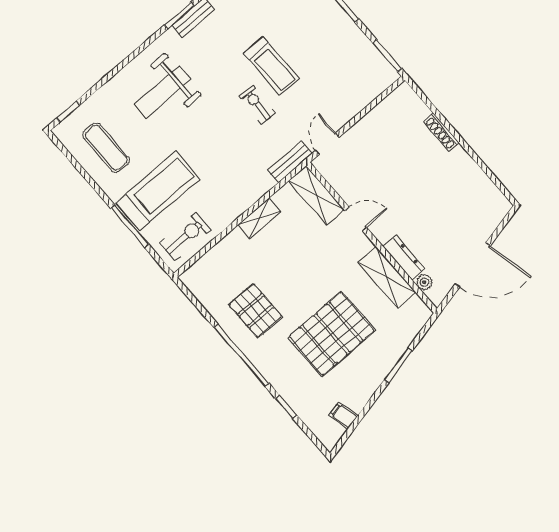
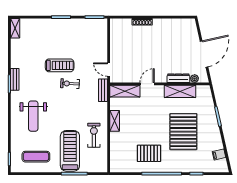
exercise bike: (185, 236) -> (94, 135), moved

